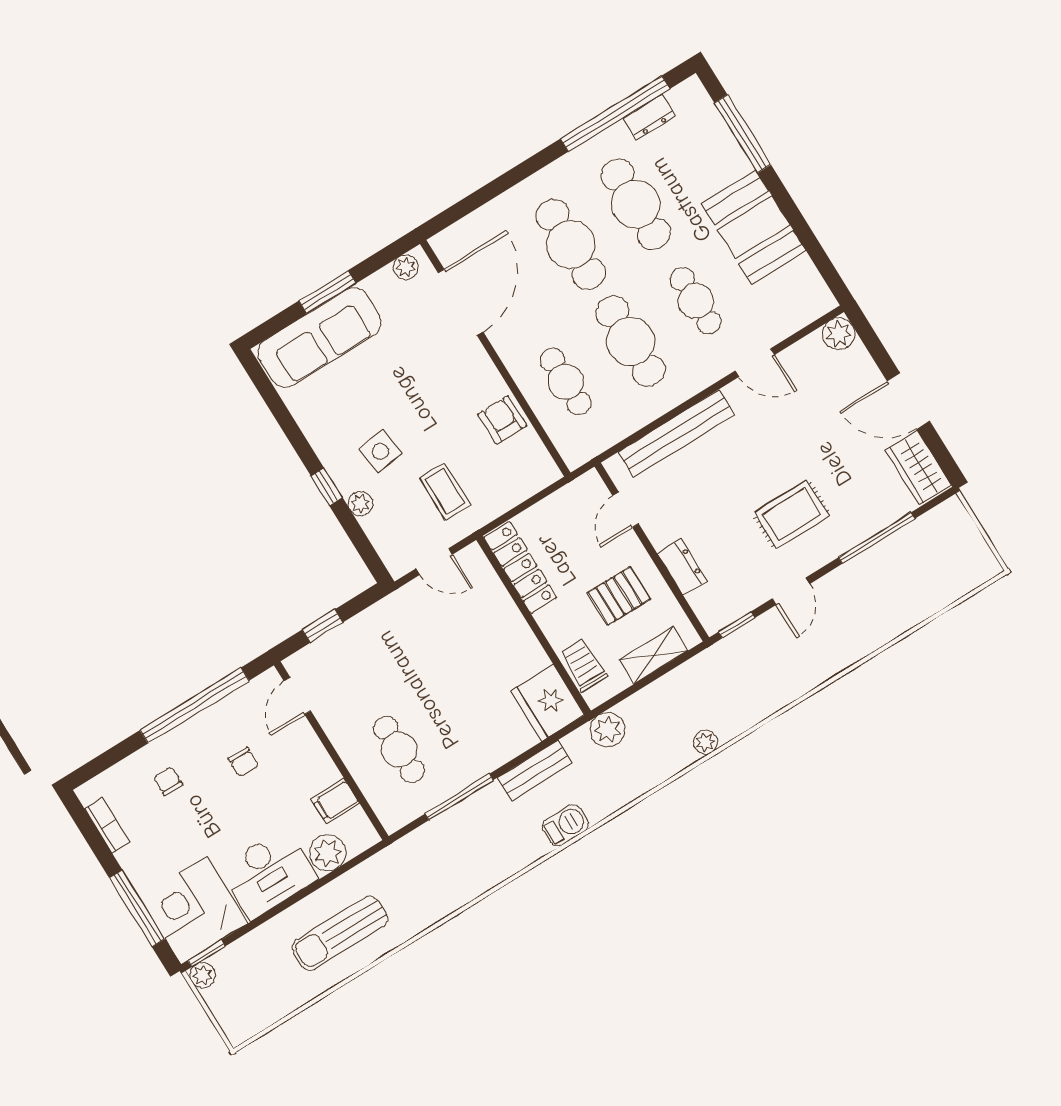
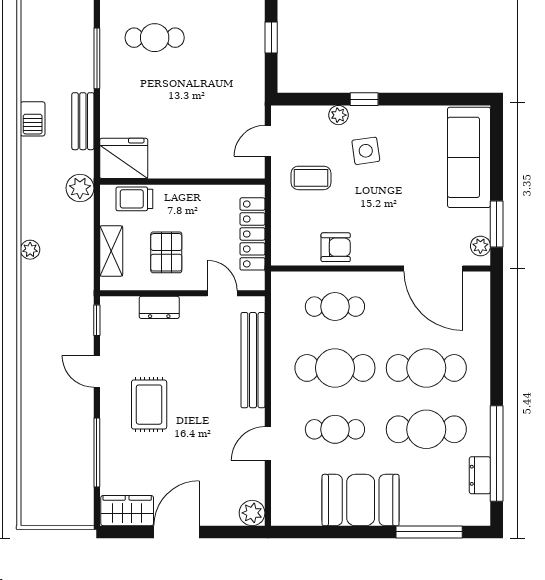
window: (328, 292) -> (497, 224), moved
locker: (520, 567) -> (252, 234), moved, turned 90
trolley: (583, 665) -> (134, 199), turned 180

